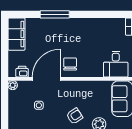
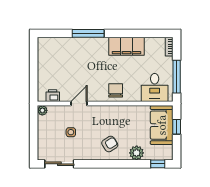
filing cabinet: (17, 34) -> (126, 46), moved, turned 90
chair: (70, 64) -> (116, 90), moved
door: (46, 79) -> (79, 104), width x0.53

